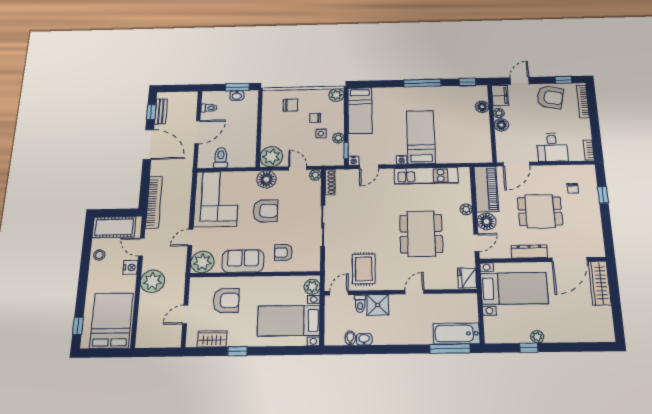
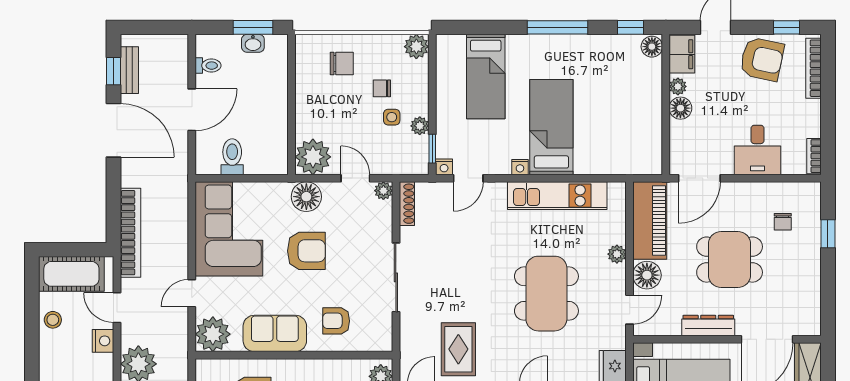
floor lamp: (482, 107) -> (652, 47), moved
bed: (360, 111) -> (486, 77), moved

